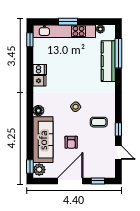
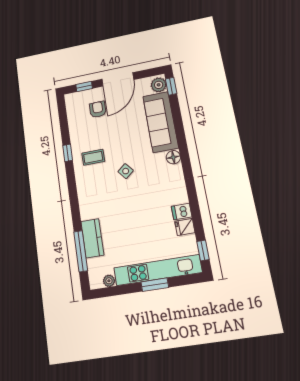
kitchen counter: (108, 61) -> (92, 238), width x0.67
fridge: (40, 81) -> (185, 227), moved
armchair: (71, 142) -> (98, 109), moved
door: (118, 153) -> (64, 125), removed

